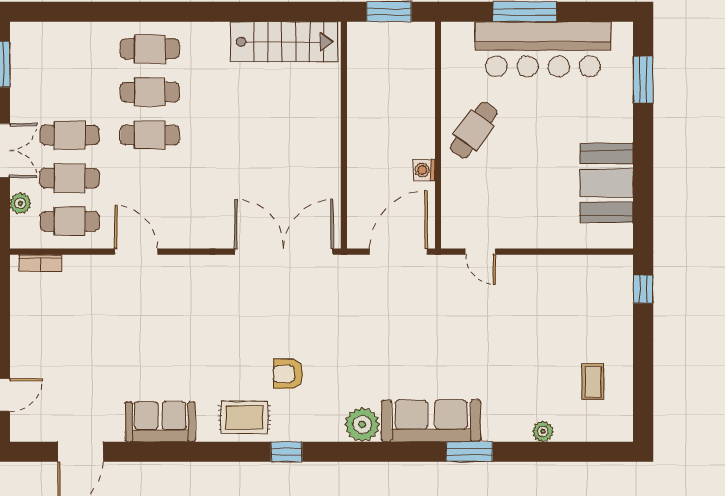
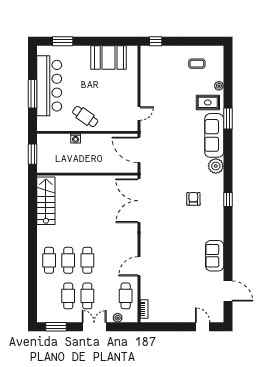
washing machine: (424, 170) -> (76, 138), moved
cafe table: (70, 178) -> (68, 296), moved
armchair: (288, 374) -> (193, 199), turned 180
rug: (245, 417) -> (208, 102), moved, turned 90

